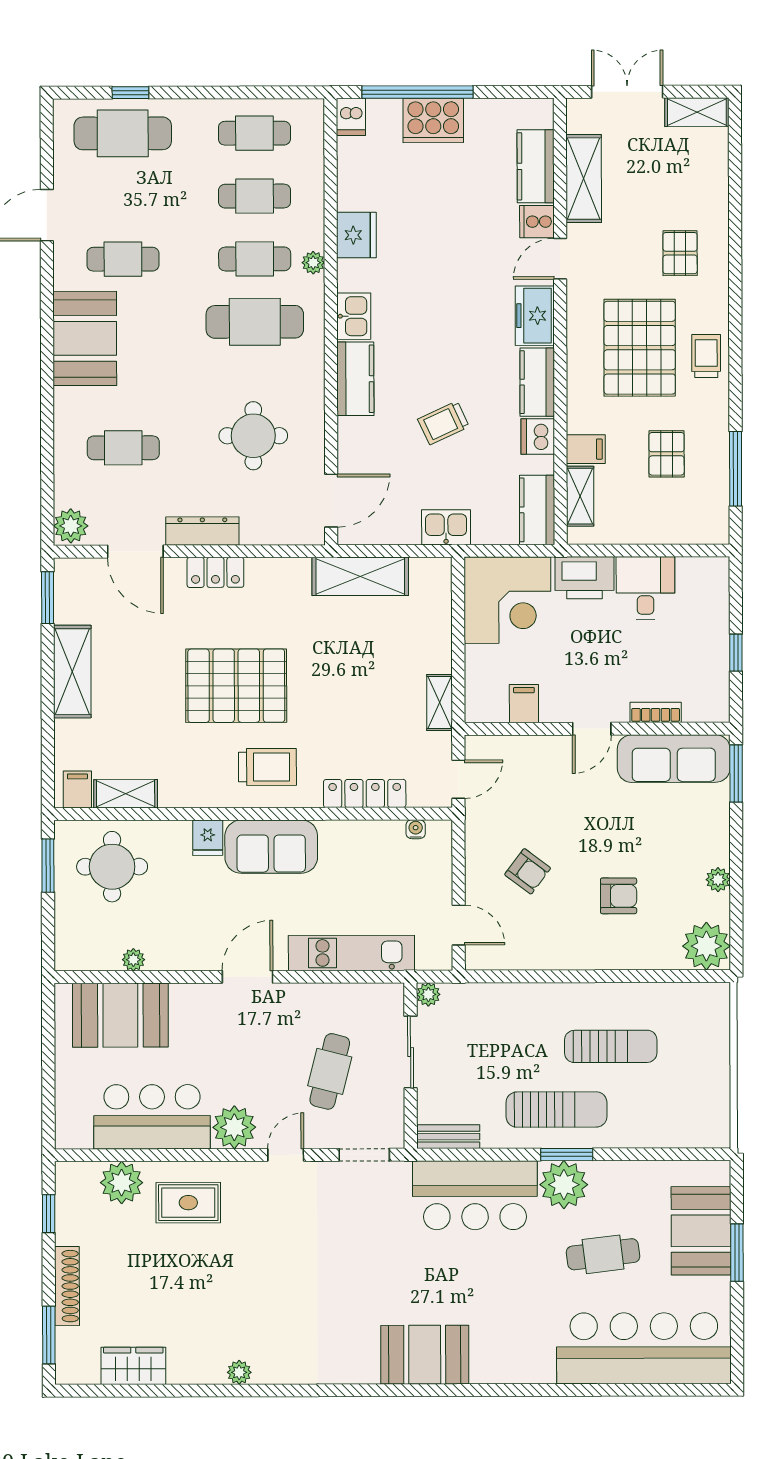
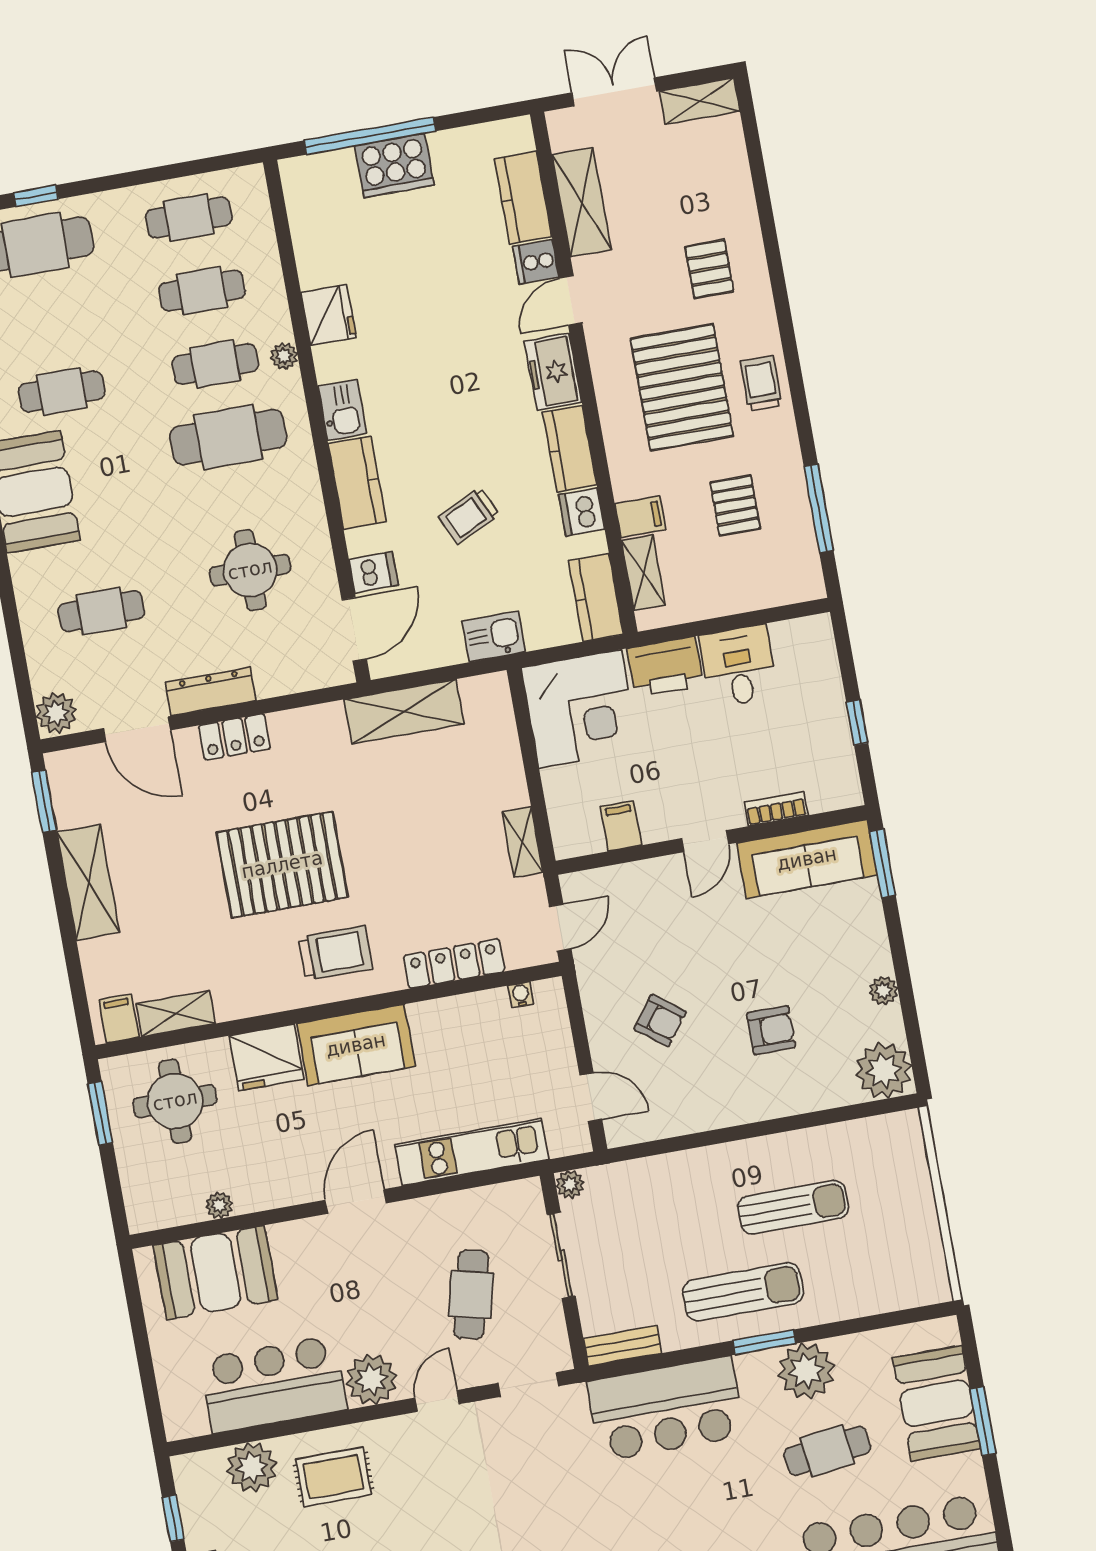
dishwasher: (351, 117) -> (374, 572), moved, turned -90
fridge: (208, 838) -> (266, 1057), width x1.88, depth x1.34
plant: (564, 1185) -> (806, 1371), moved

